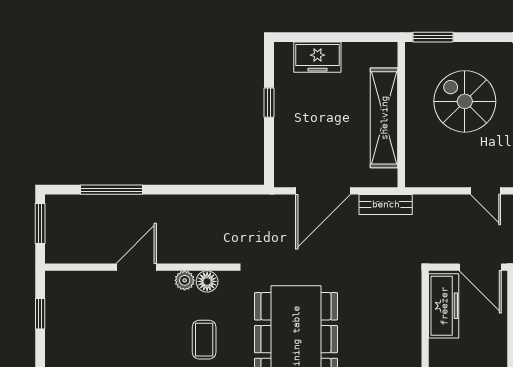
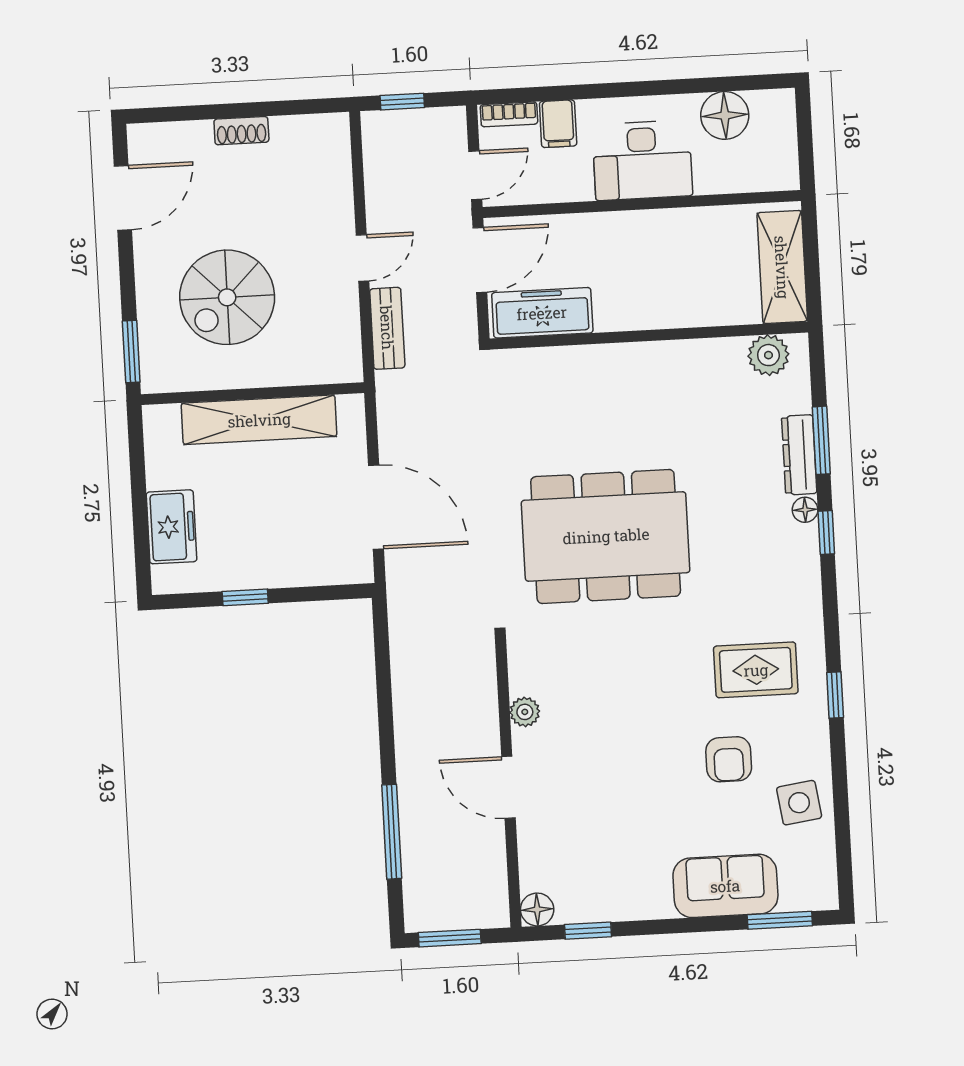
bench: (386, 204) -> (387, 328), moved
floor lamp: (207, 281) -> (537, 909), moved
coffee table: (204, 340) -> (614, 677), removed

